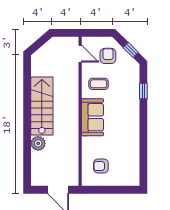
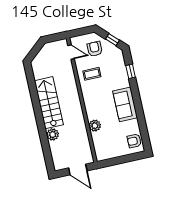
sofa: (92, 117) -> (125, 104), moved, turned 180
plant: (89, 144) -> (95, 126), added
armchair: (101, 166) -> (134, 141), moved

